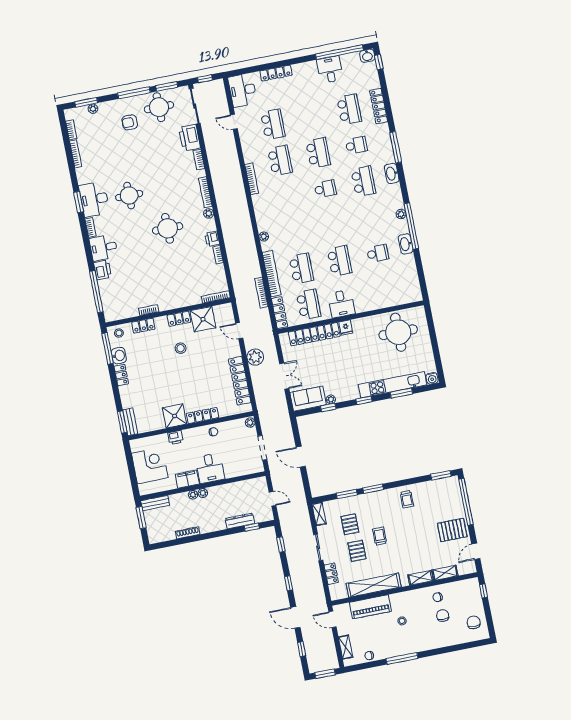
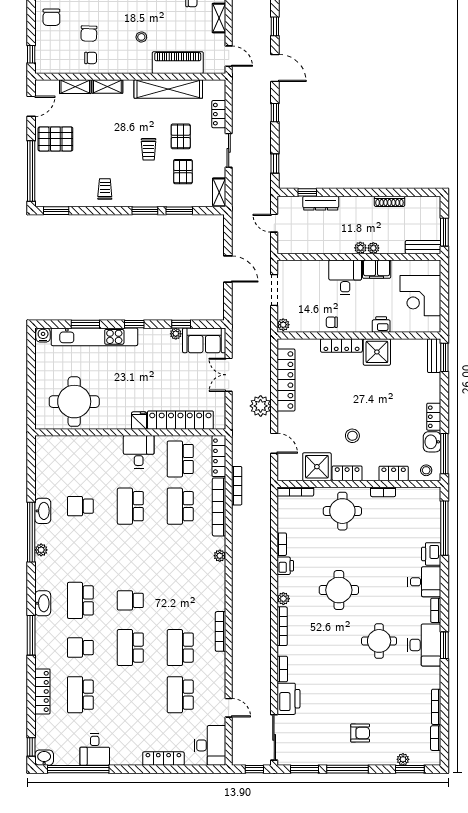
round table: (159, 107) -> (342, 511), moved

